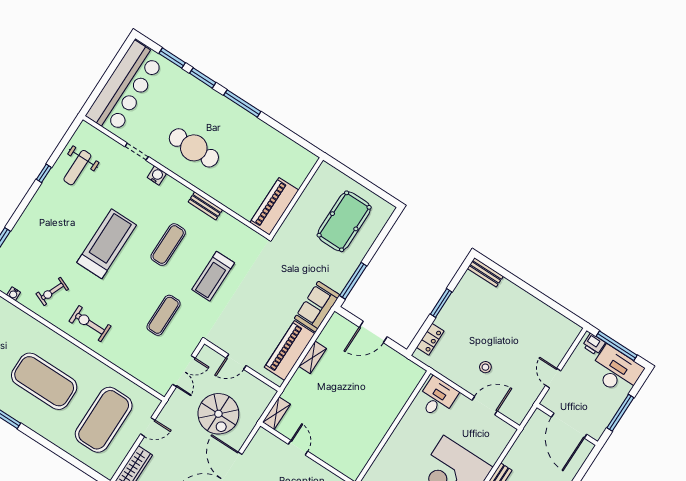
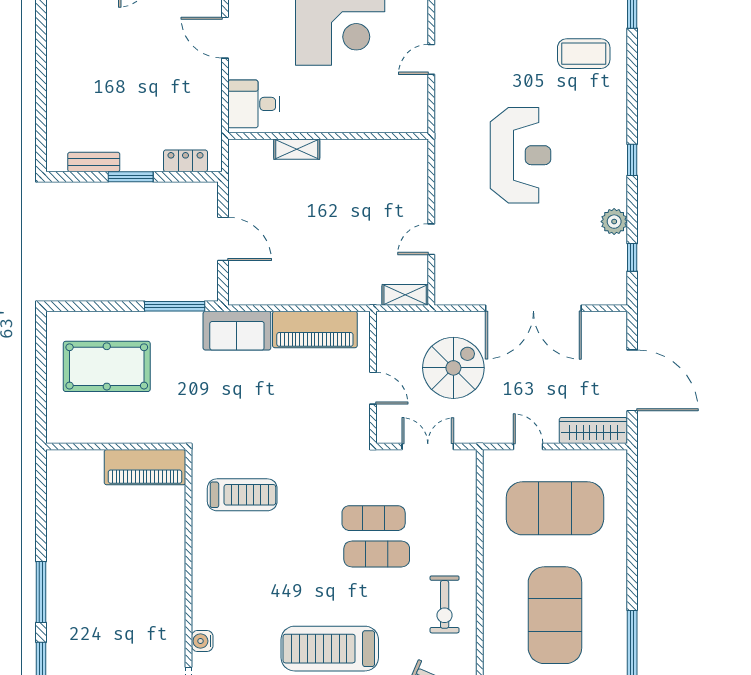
cafe table: (194, 148) -> (137, 617), removed
bench: (205, 206) -> (201, 555), removed
exercise mat: (168, 245) -> (377, 554), moved
bench: (485, 272) -> (94, 162), moved, turned 90
treadmill: (213, 276) -> (242, 495), moved
shelving: (313, 357) -> (297, 149), moved
stool: (485, 367) -> (176, 68), removed

